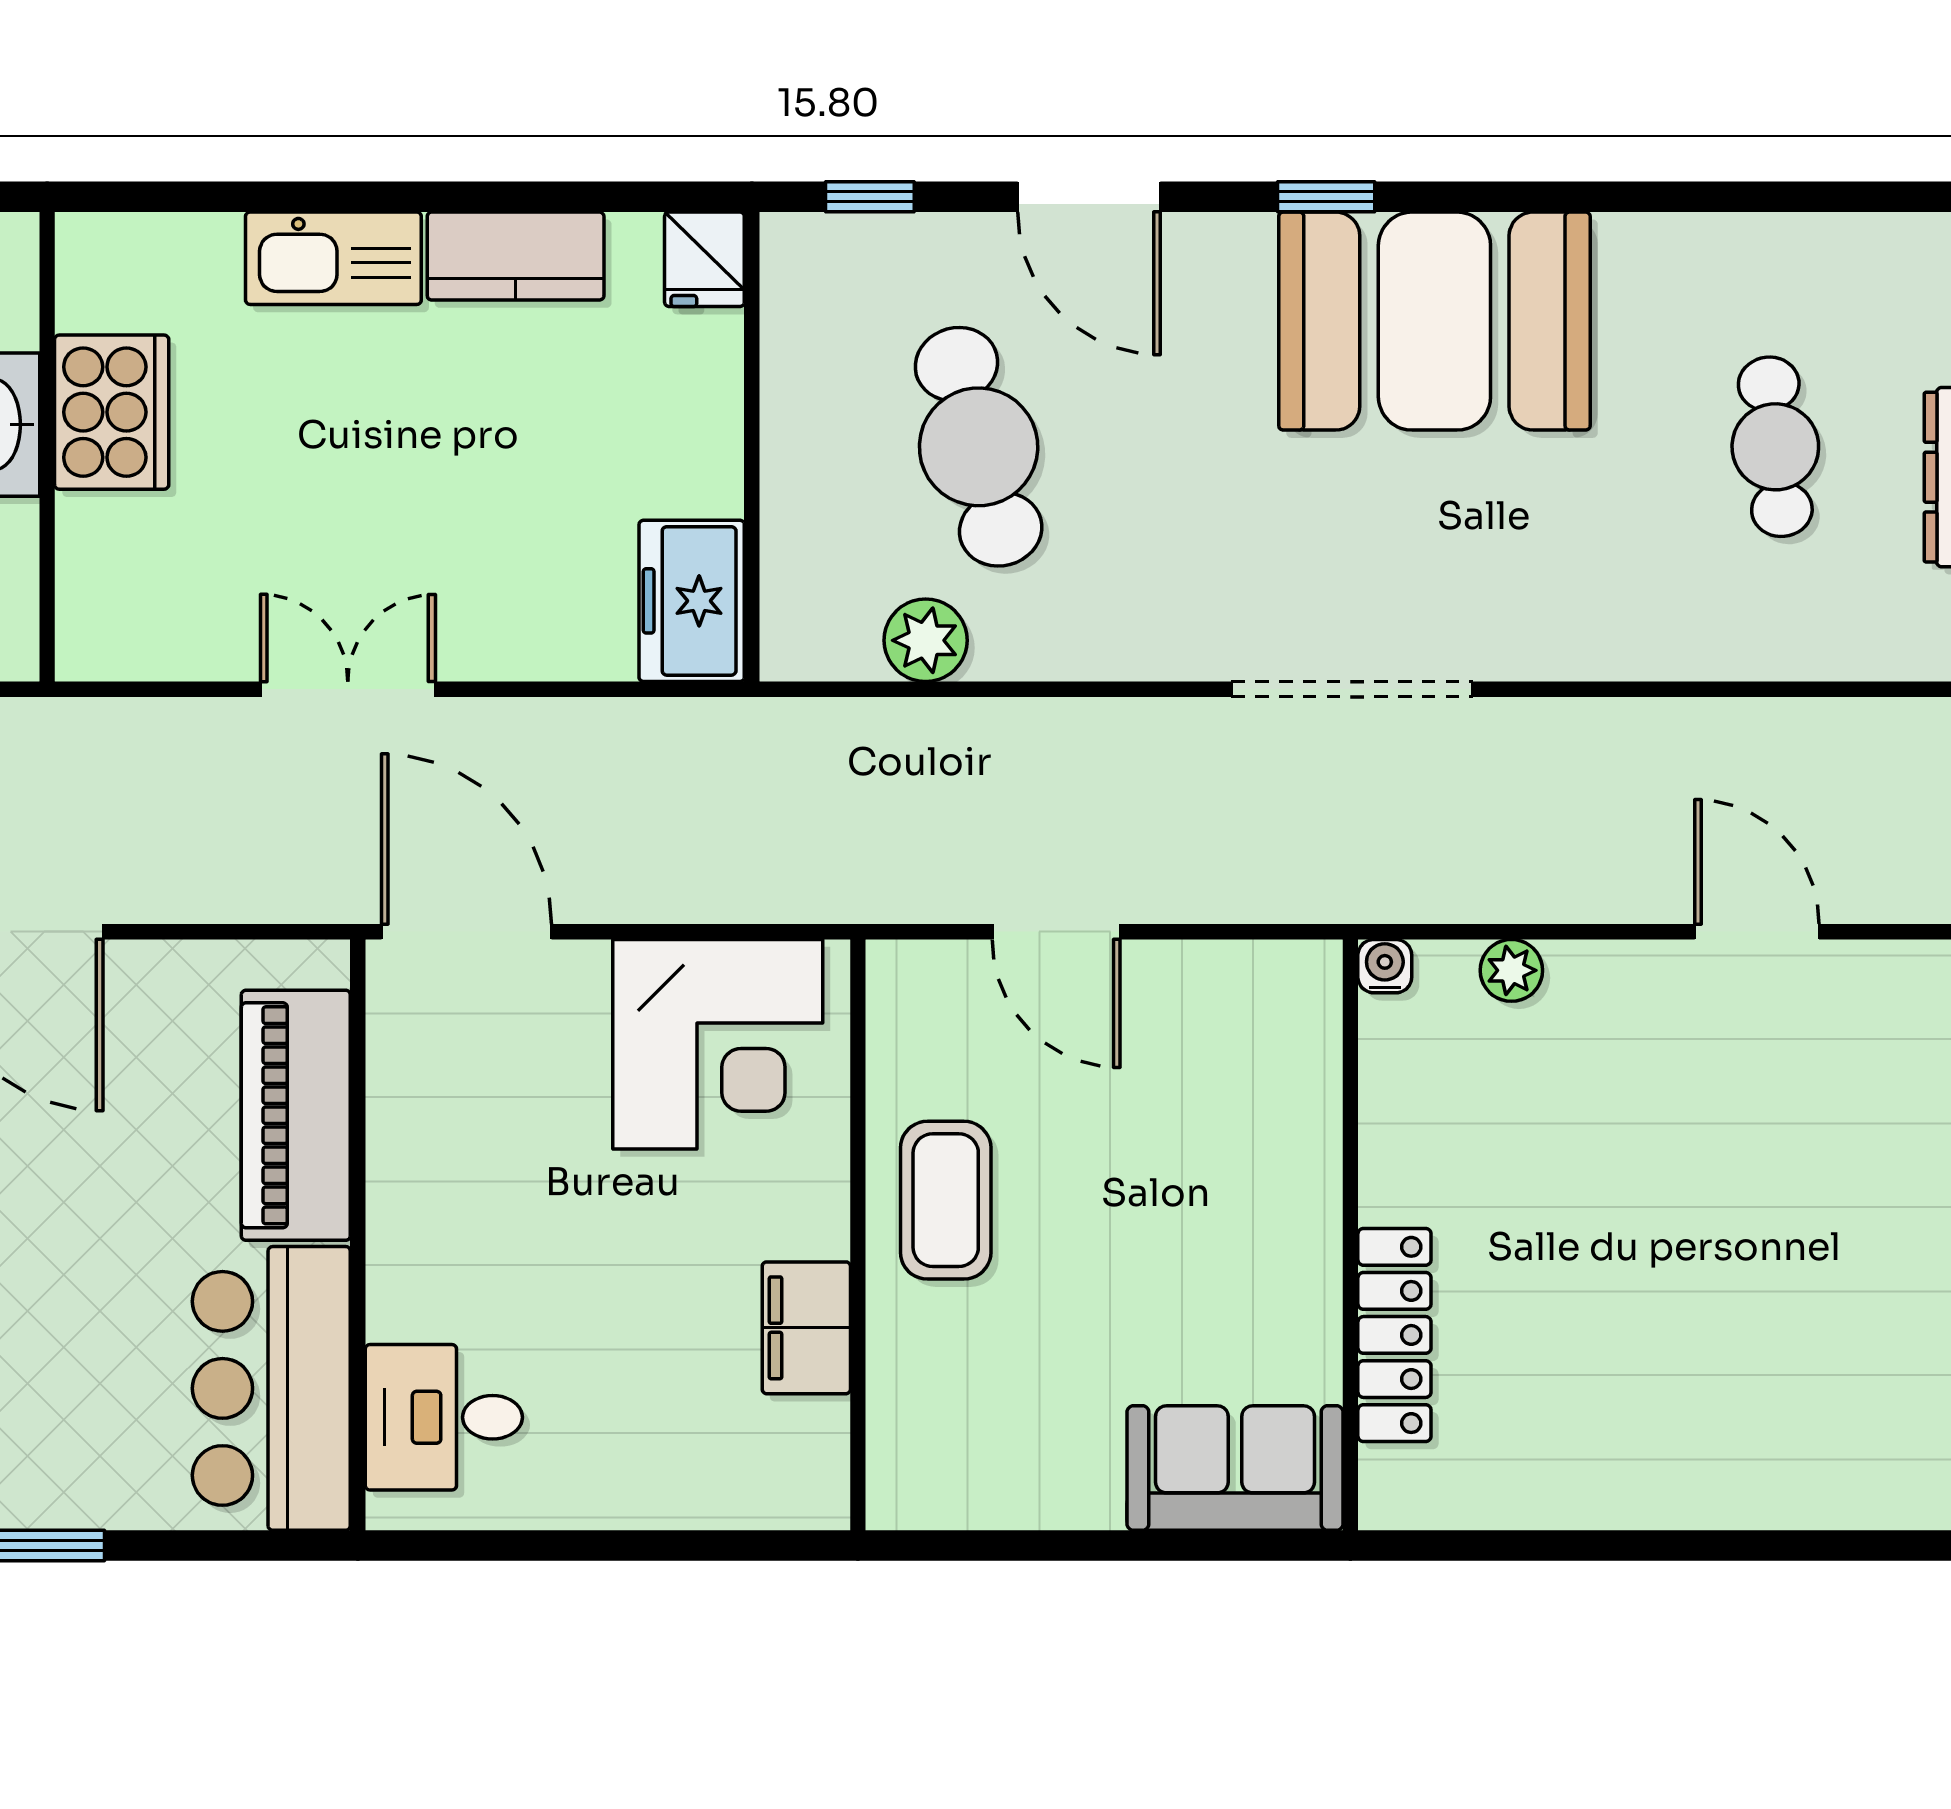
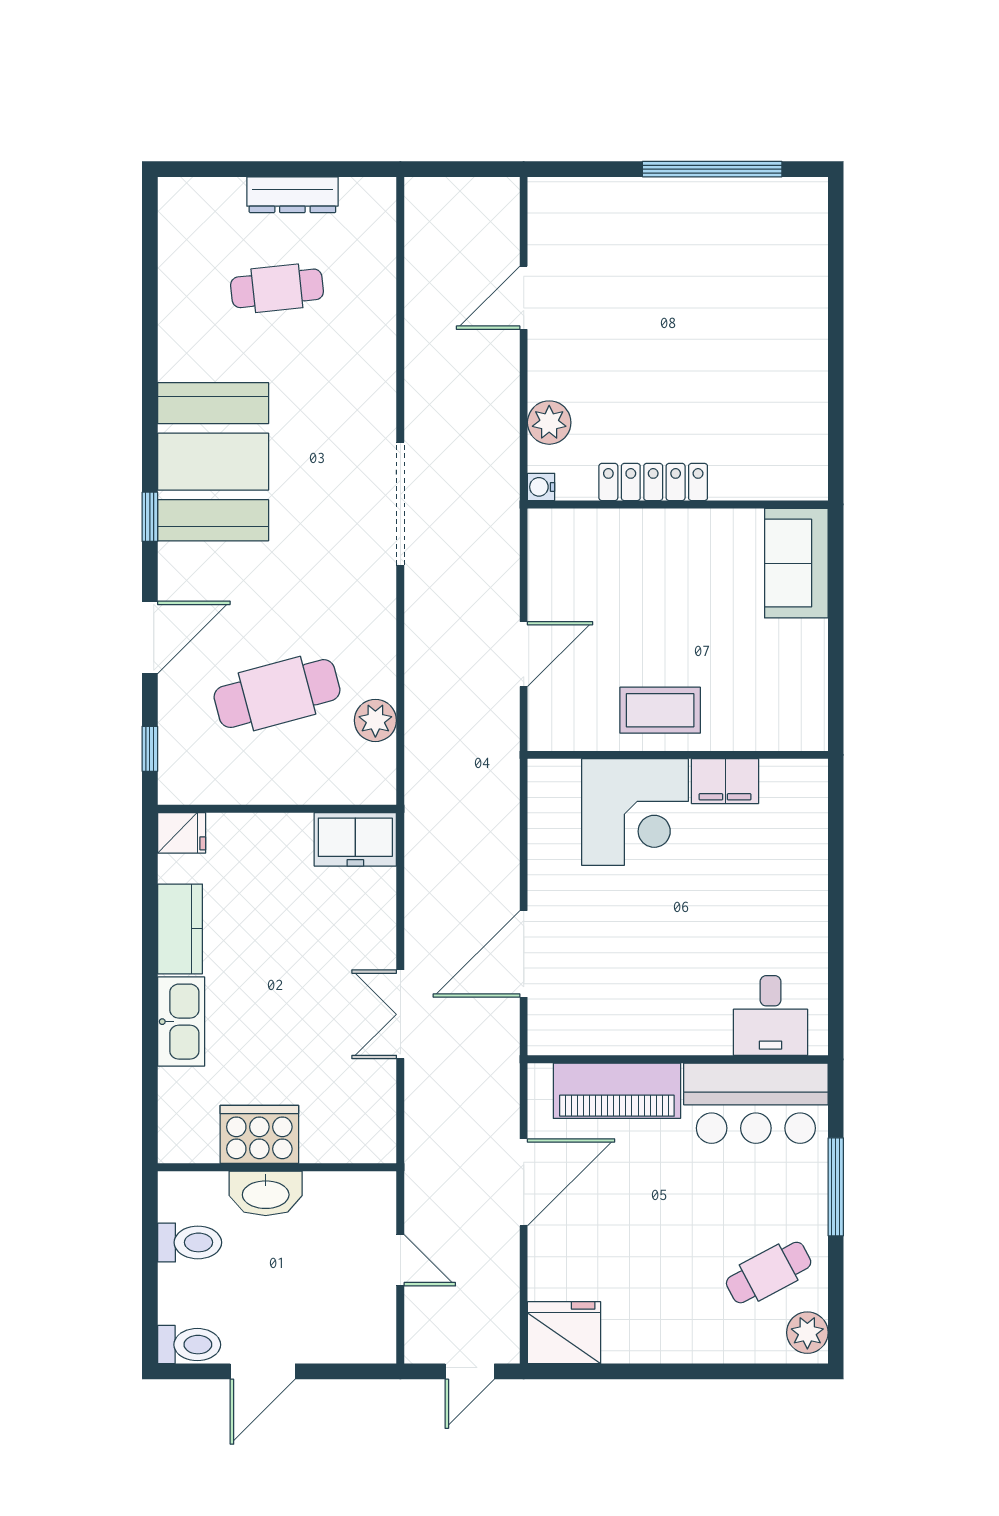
plant: (1511, 970) -> (549, 423), width x1.38, depth x1.38
corner desk: (718, 1044) -> (635, 812), moved, turned 90
piano: (296, 1115) -> (617, 1091), moved
wall: (358, 1235) -> (678, 1059), moved
locker: (1394, 1335) -> (653, 482), moved
bar counter: (271, 1388) -> (756, 1103), moved
desk: (444, 1417) -> (771, 1016), moved

